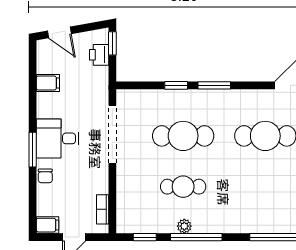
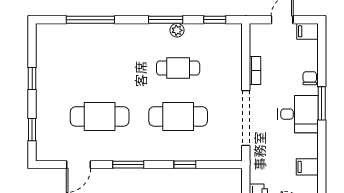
window: (214, 85) -> (128, 165), moved
bookcase: (103, 209) -> (255, 70), moved
window: (196, 237) -> (166, 20), width x0.69

